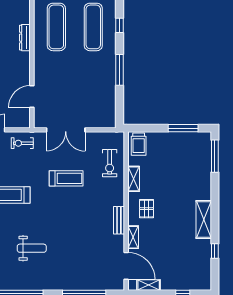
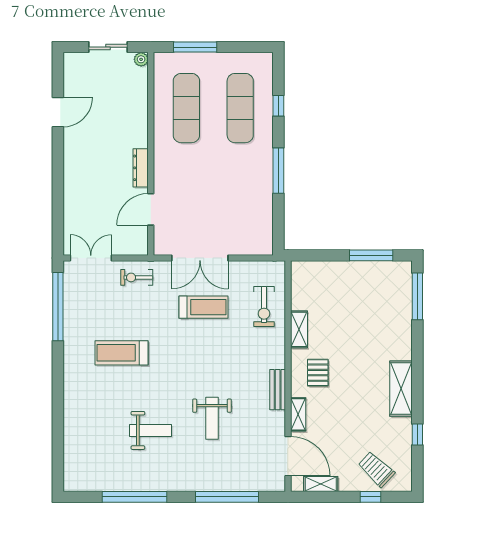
dresser: (25, 38) -> (141, 168), moved
trolley: (139, 144) -> (376, 469), moved, turned 133
treadmill: (66, 178) -> (203, 307), moved
weight bench: (74, 240) -> (212, 418), added

